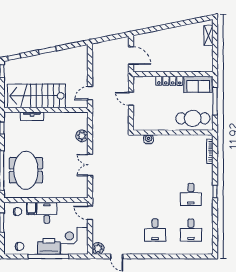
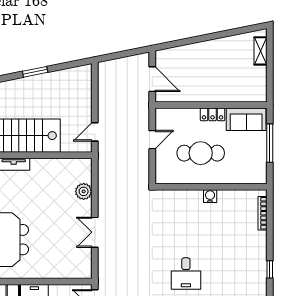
locker: (169, 81) -> (212, 114), width x0.66
door: (131, 99) -> (152, 140), swing flipped
cafe table: (193, 118) -> (201, 153), moved
water cooler: (149, 139) -> (210, 196), moved
desk: (191, 194) -> (186, 274), moved

